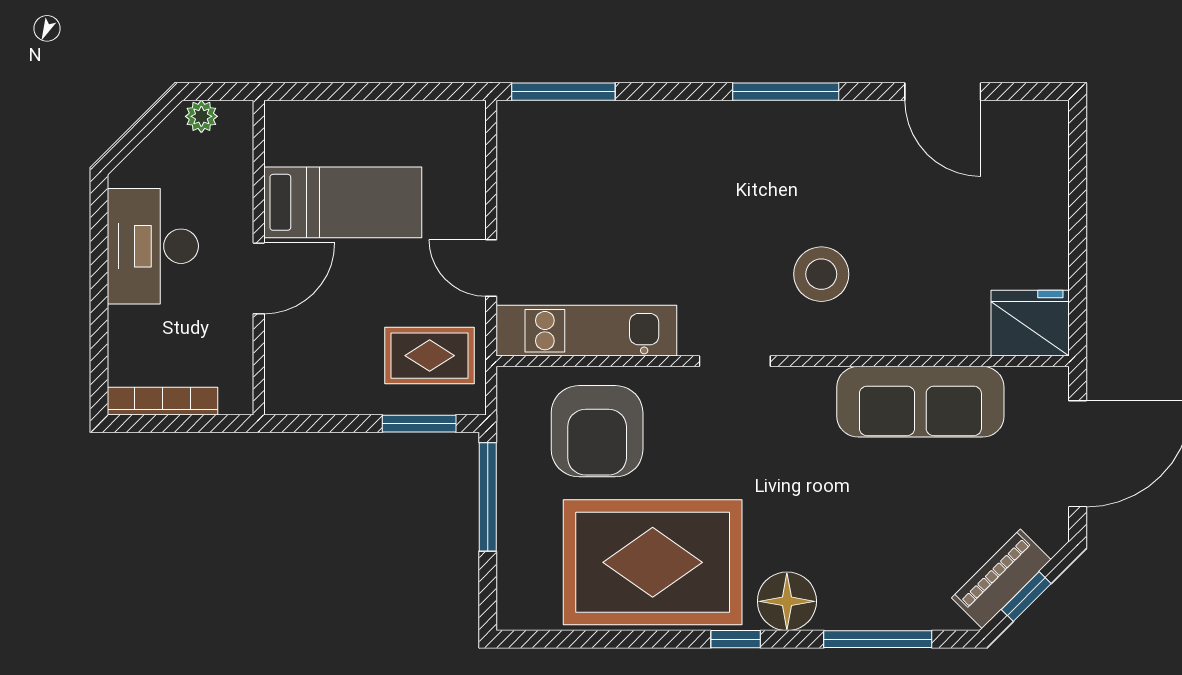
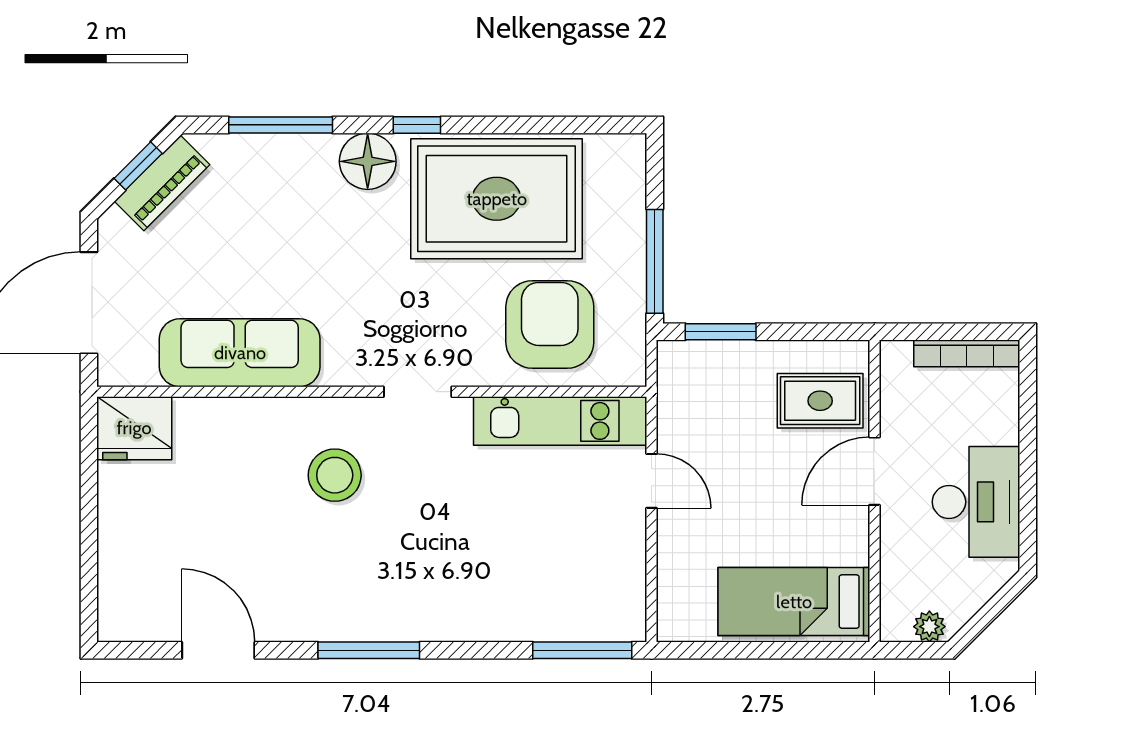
bed: (343, 202) -> (794, 602), moved
rug: (430, 356) -> (820, 401), moved

